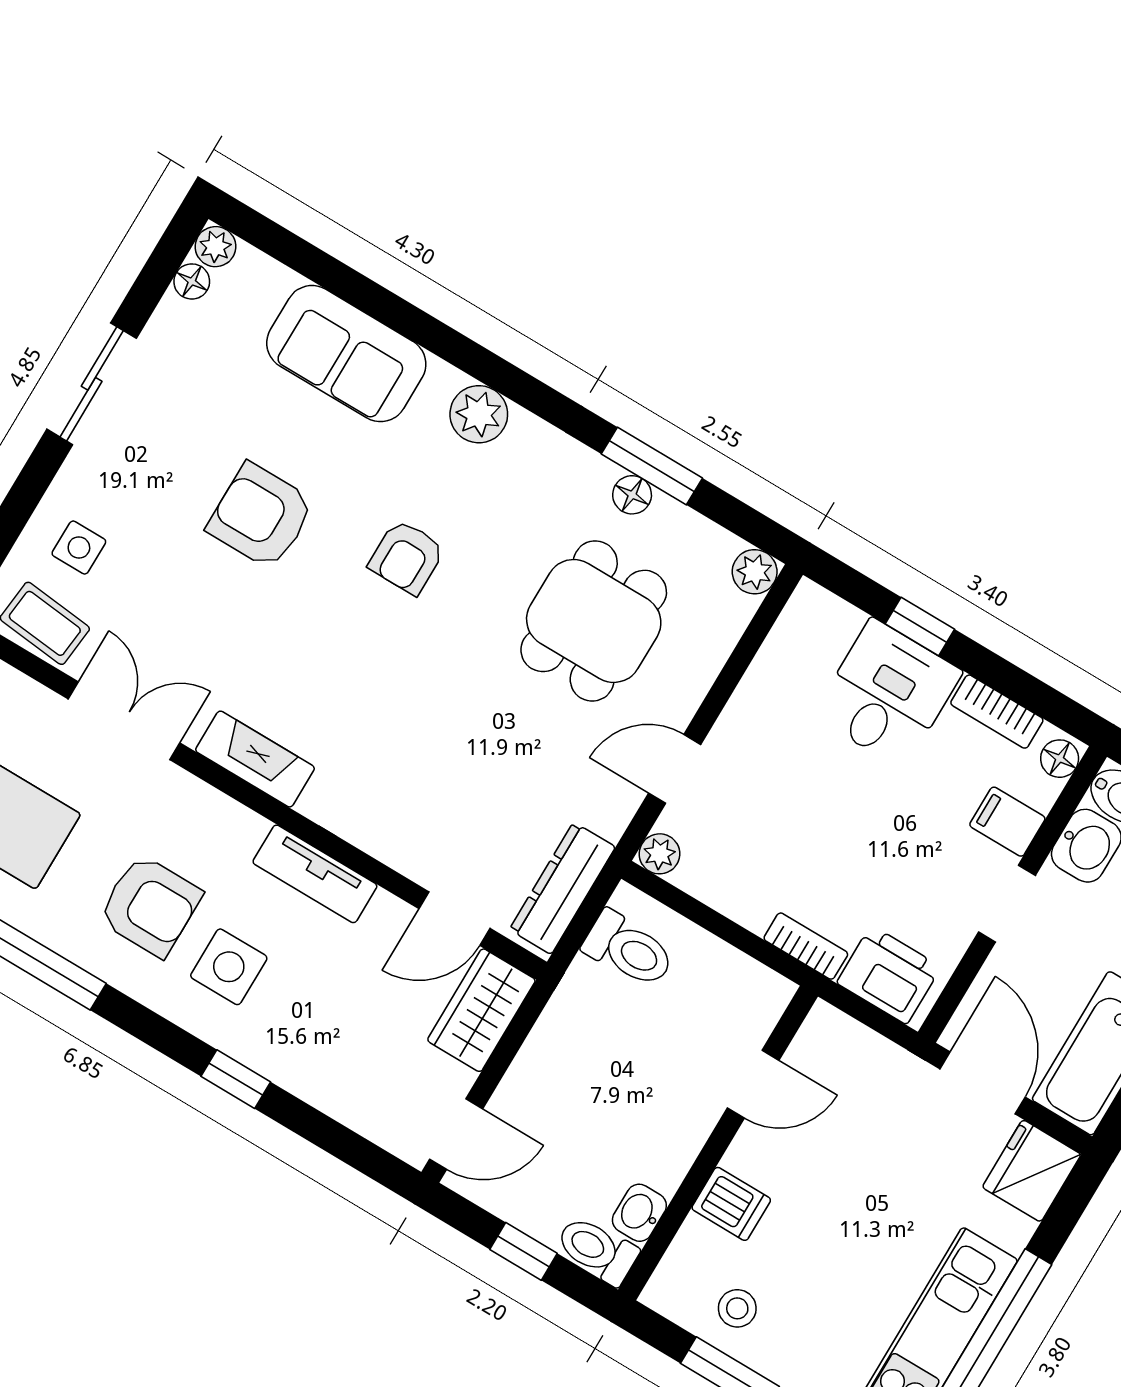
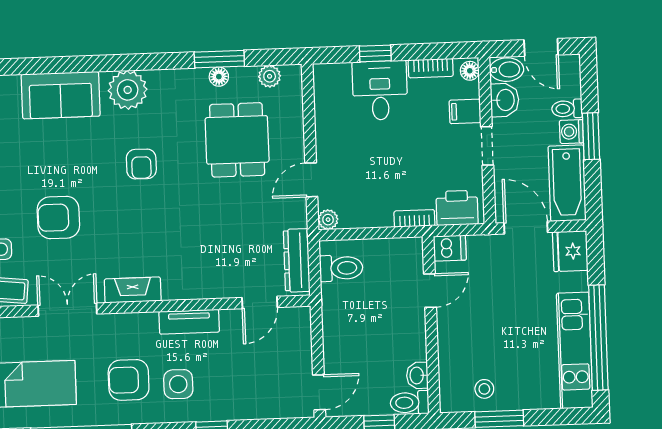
plant: (479, 414) -> (128, 90), width x1.36, depth x1.36
armchair: (261, 516) -> (58, 217), moved
plant: (755, 572) -> (270, 76), moved
armchair: (150, 906) -> (129, 380), turned 180
wardrobe: (481, 1010) -> (296, 334), removed
dishwasher: (731, 1204) -> (450, 248), moved

